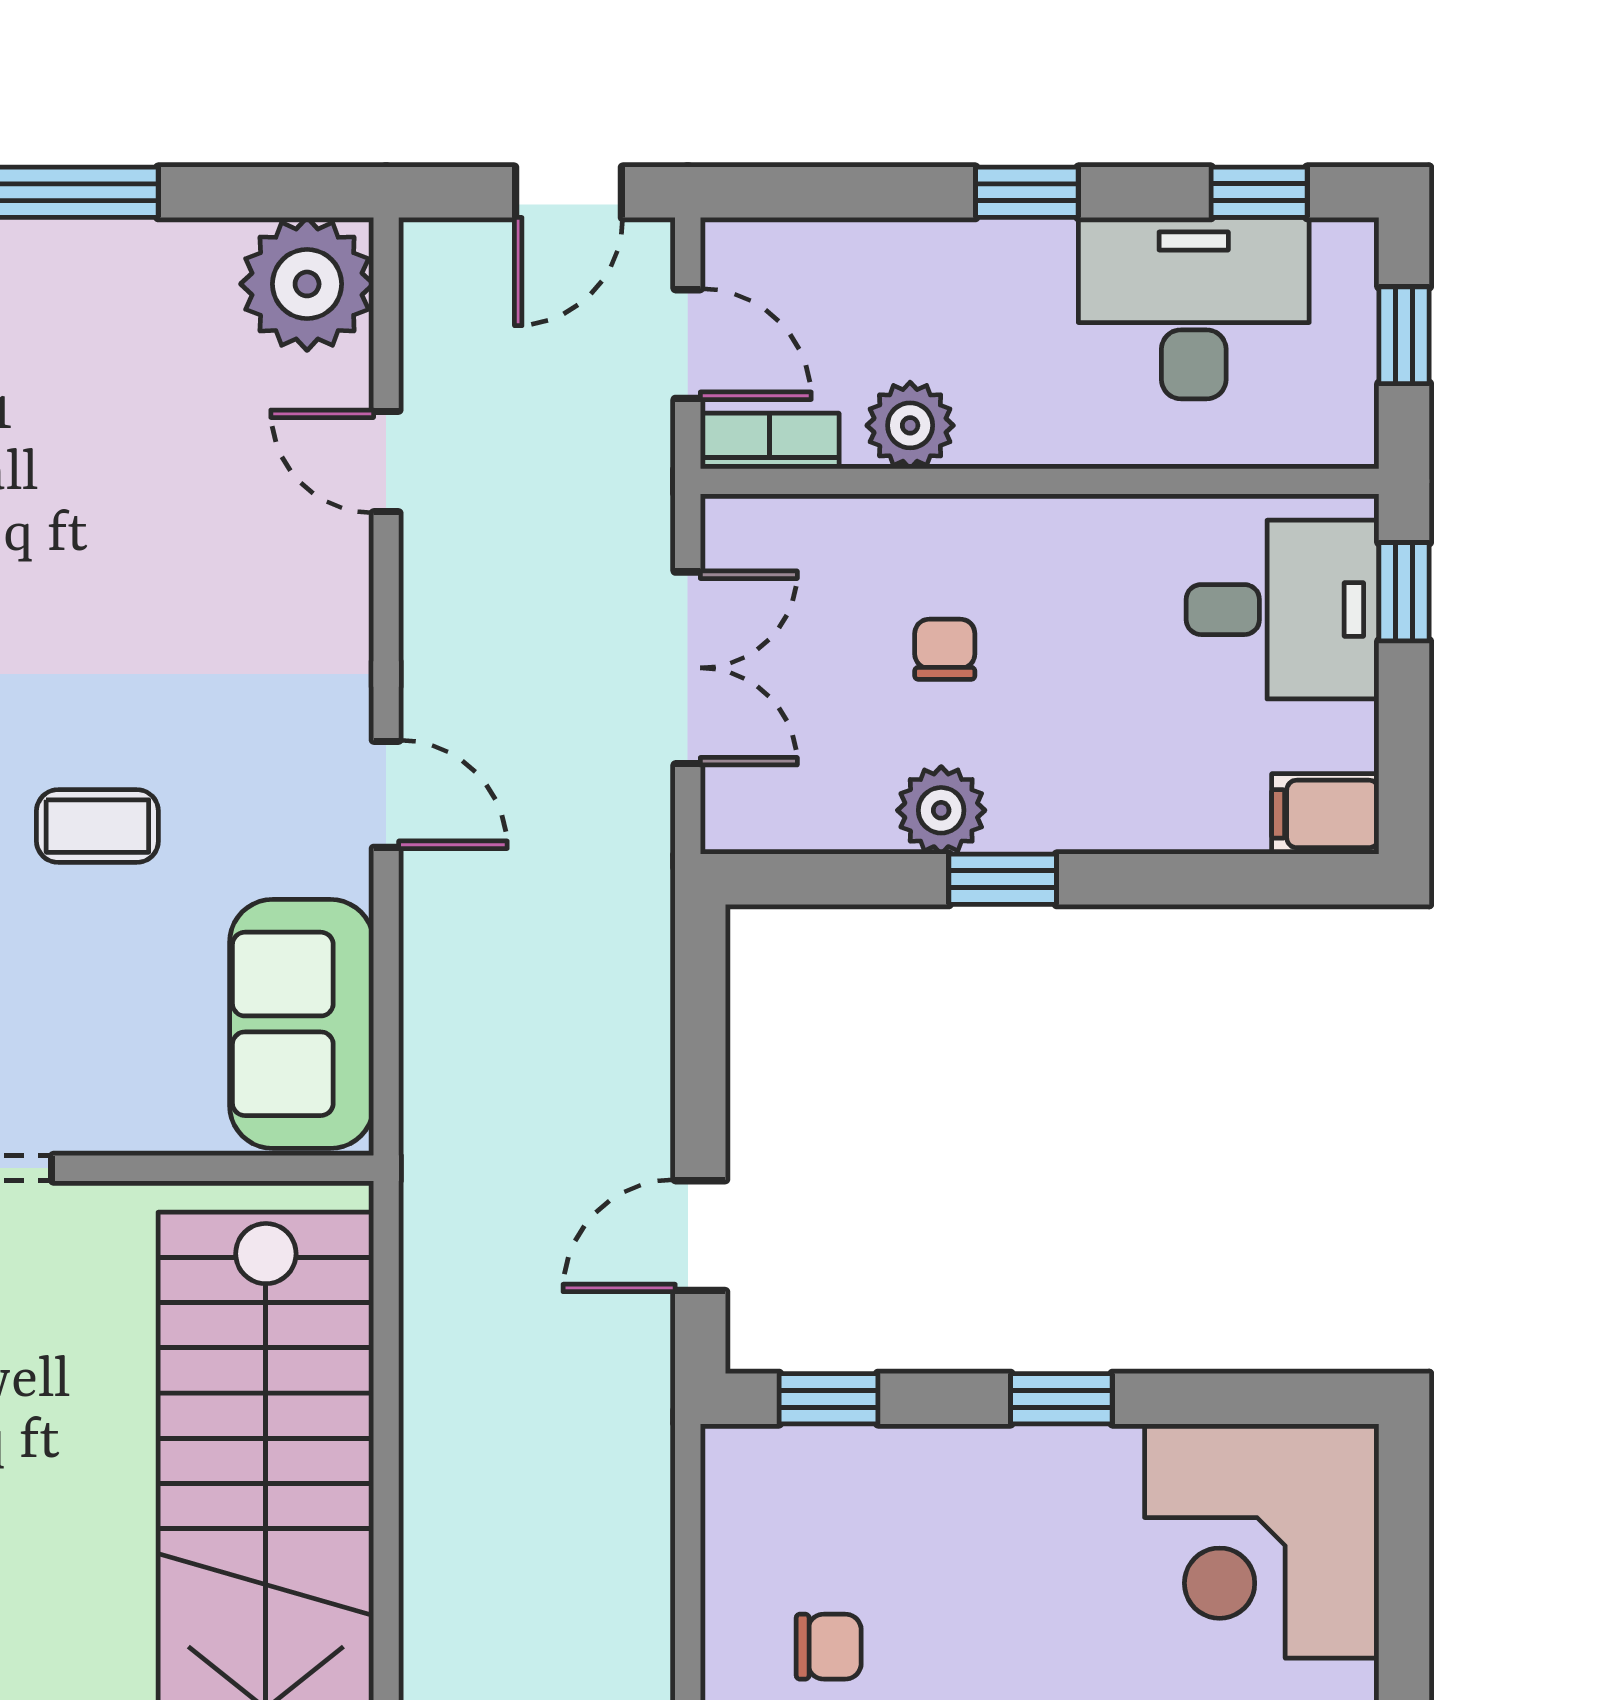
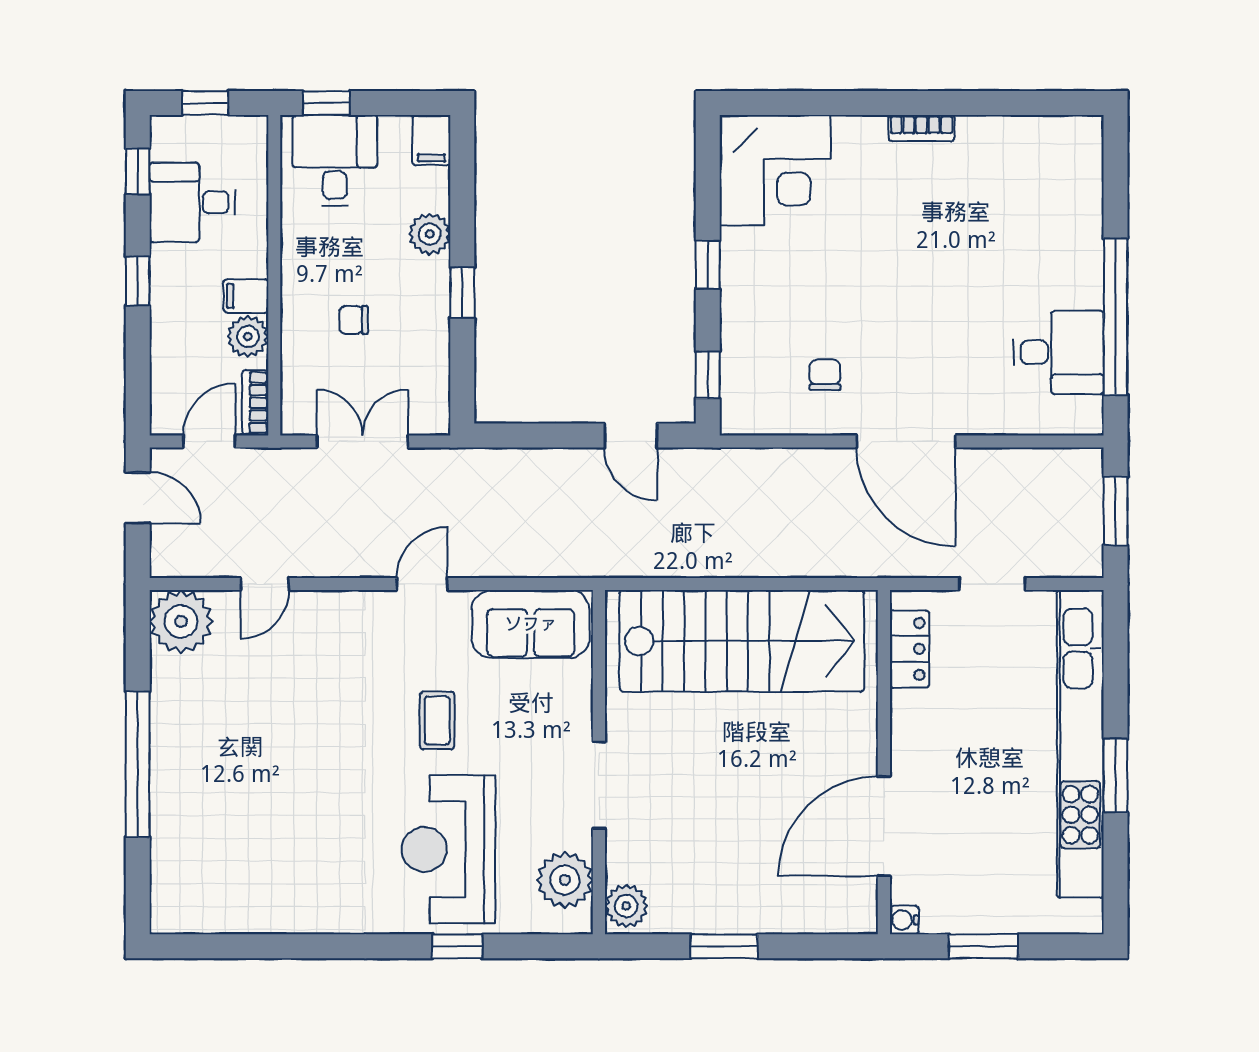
desk: (1194, 308) -> (192, 202), width x0.73
filing cabinet: (996, 421) -> (246, 296), added
plant: (941, 810) -> (430, 234), moved

